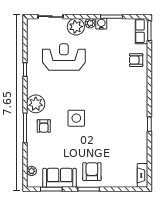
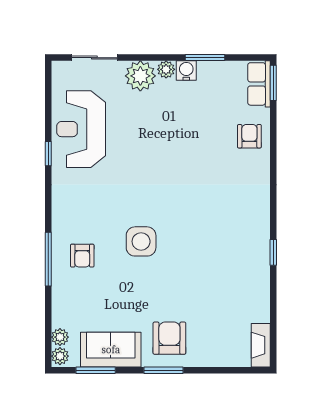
reception desk: (64, 57) -> (81, 129), moved, turned -90
armchair: (136, 60) -> (249, 136), turned 90
plant: (36, 104) -> (60, 356), moved, width x0.53, depth x0.53

